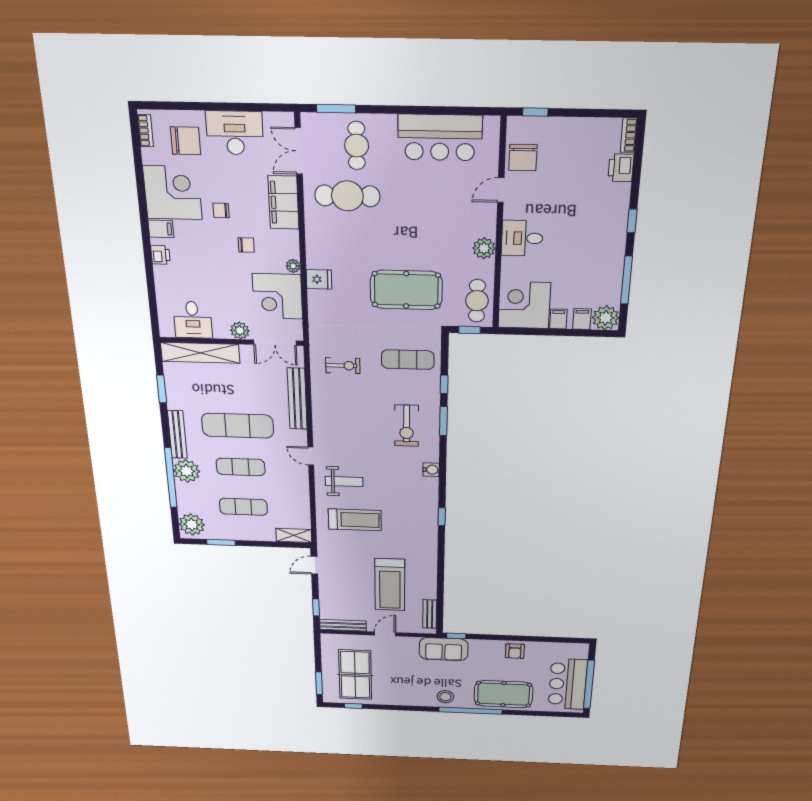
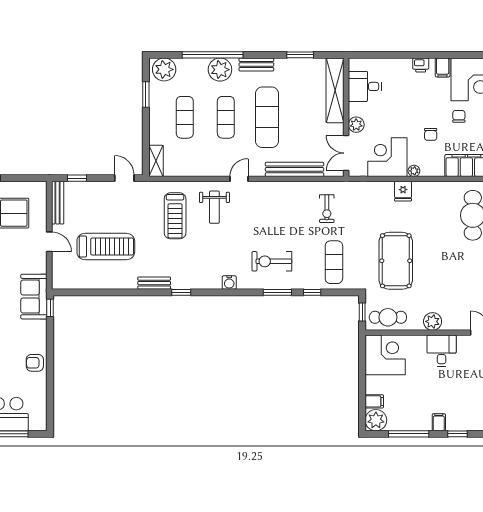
filing cabinet: (558, 319) -> (439, 422), moved, turned -90
bench: (177, 434) -> (256, 64), width x0.73
treadmill: (390, 585) -> (106, 247), turned 180
bench: (430, 614) -> (154, 283), moved

